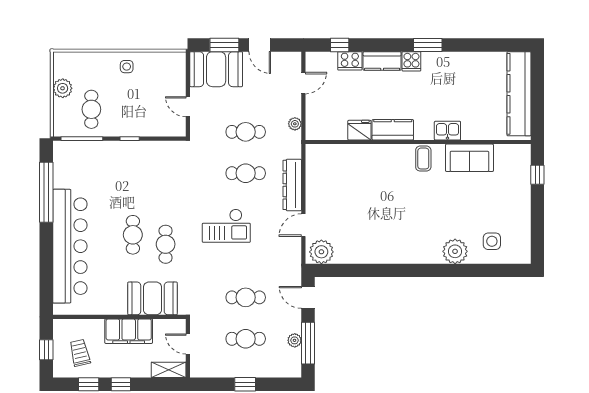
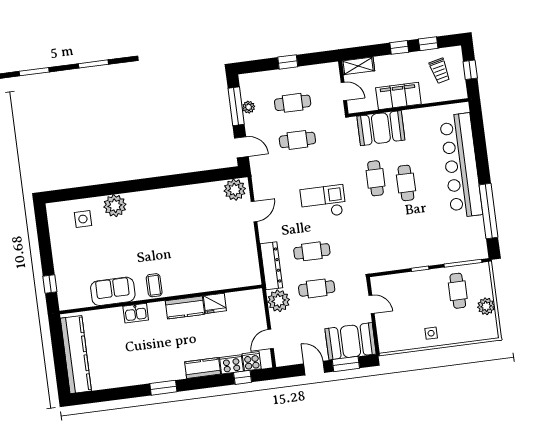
cooker: (411, 61) -> (252, 361), moved
plant: (295, 124) -> (279, 301), width x1.88, depth x1.88
dresser: (292, 185) -> (271, 266), moved

